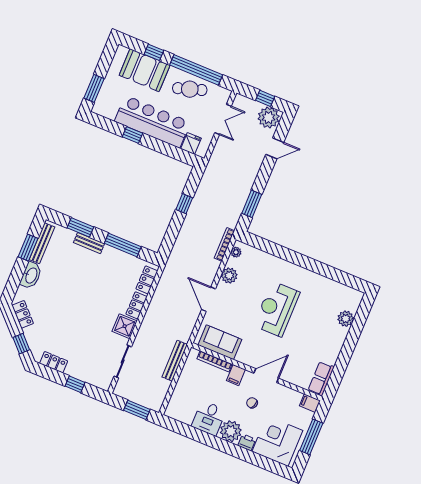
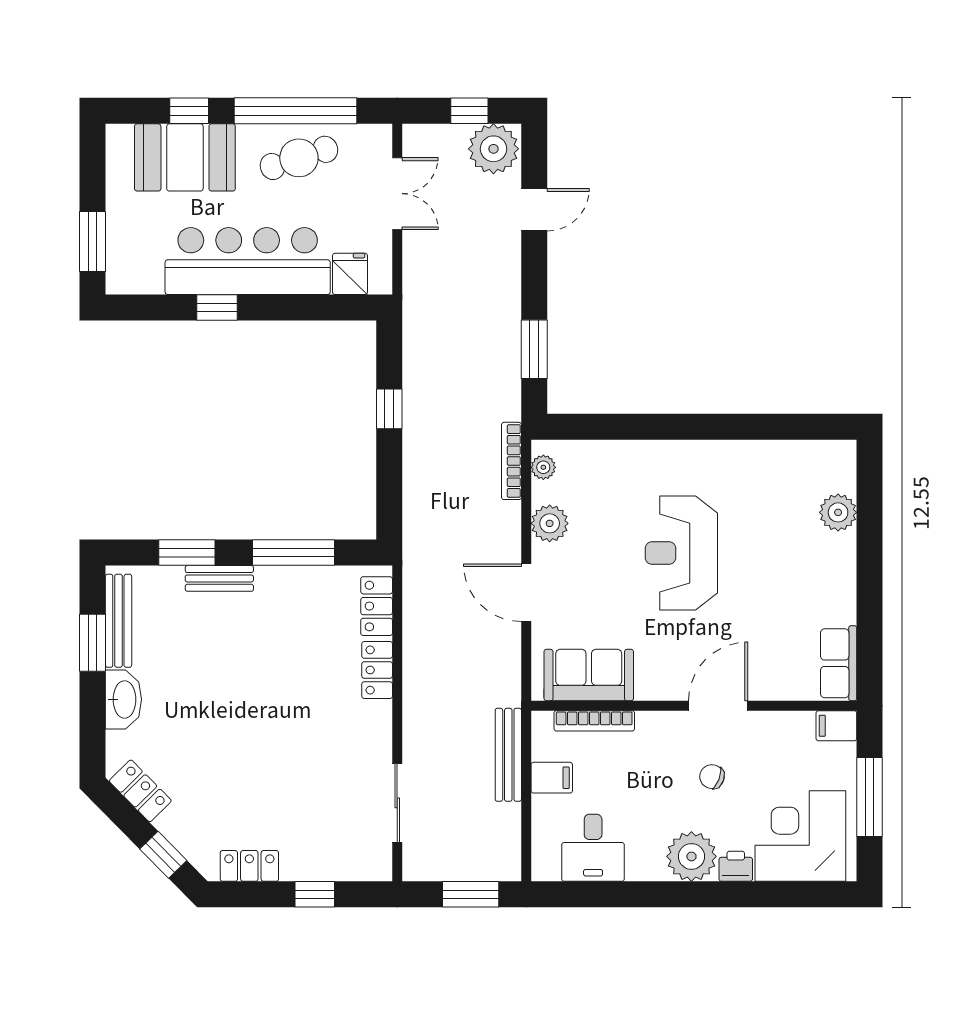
shower: (125, 326) -> (370, 725), removed
filing cabinet: (236, 375) -> (552, 778), moved, turned -90
desk: (209, 418) -> (593, 848), moved

